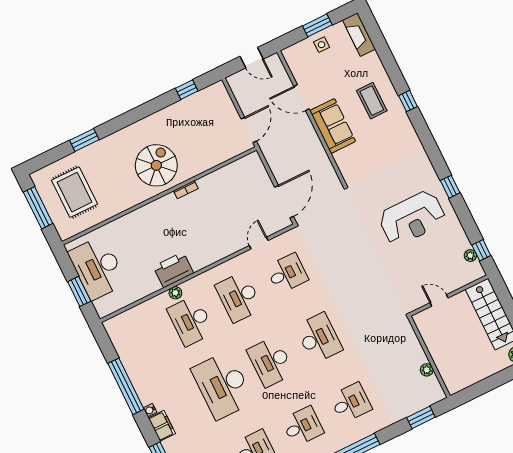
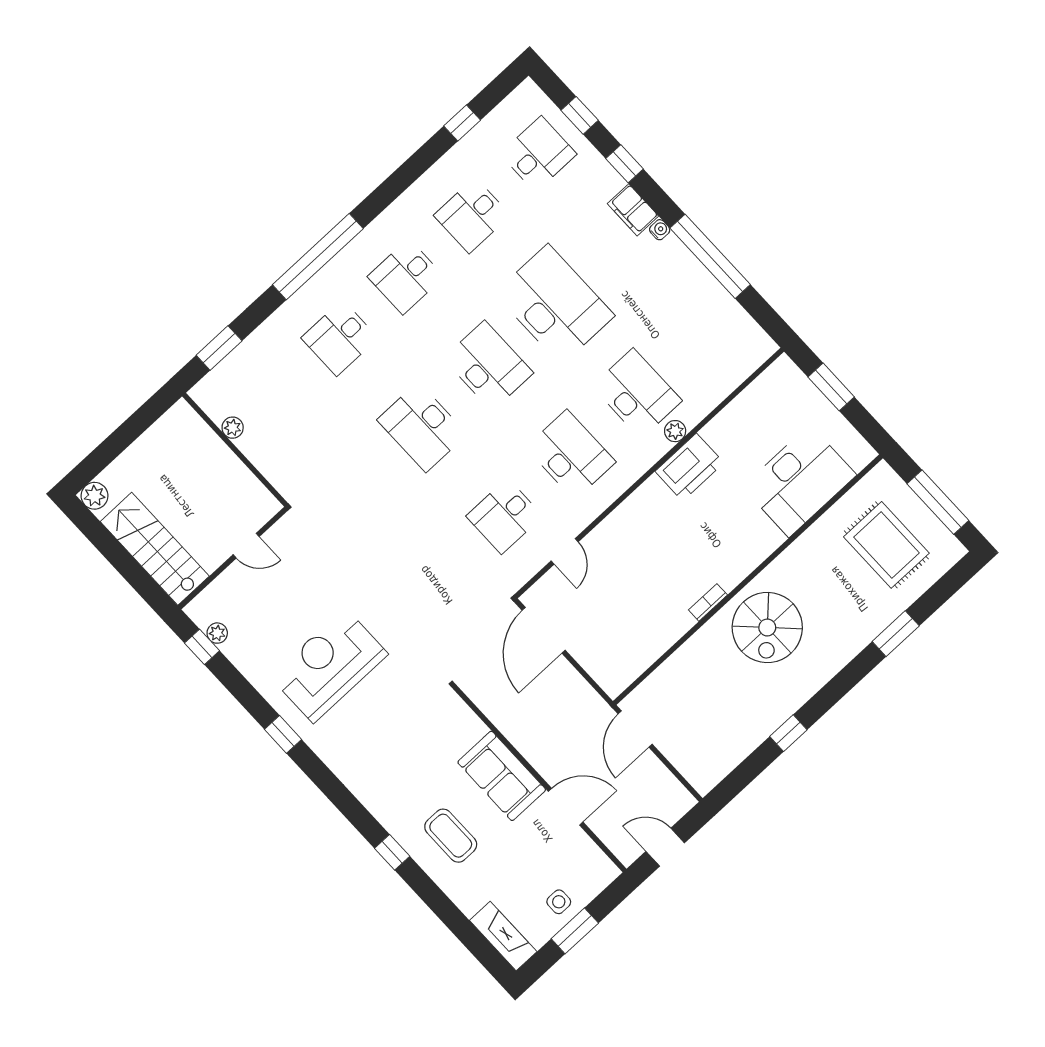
window: (187, 90) -> (788, 733), moved
desk: (97, 268) -> (799, 481), moved, turned 90

